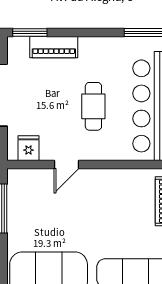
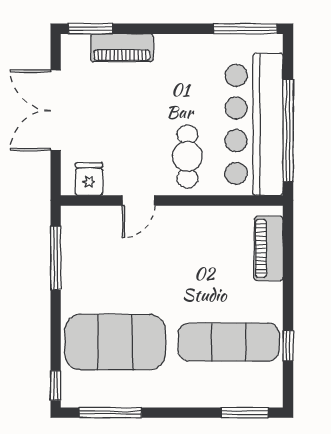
cafe table: (93, 106) -> (187, 156), moved

